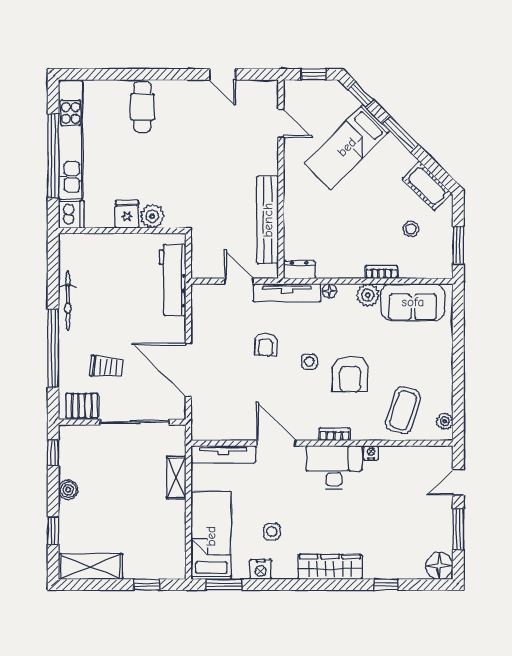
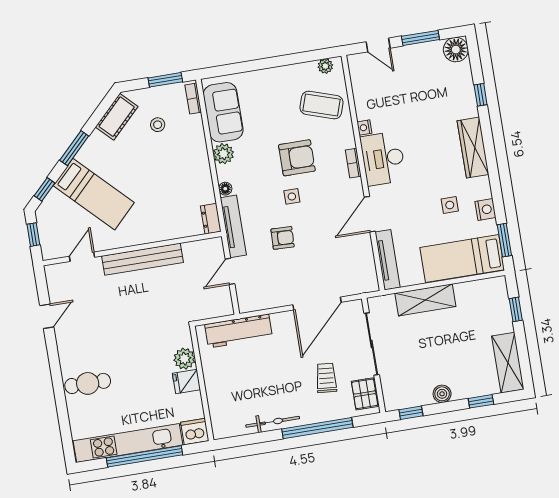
bench: (268, 220) -> (143, 259), moved
bookcase: (381, 272) -> (193, 99), moved
shelving: (176, 478) -> (425, 300), width x1.50, depth x1.33

